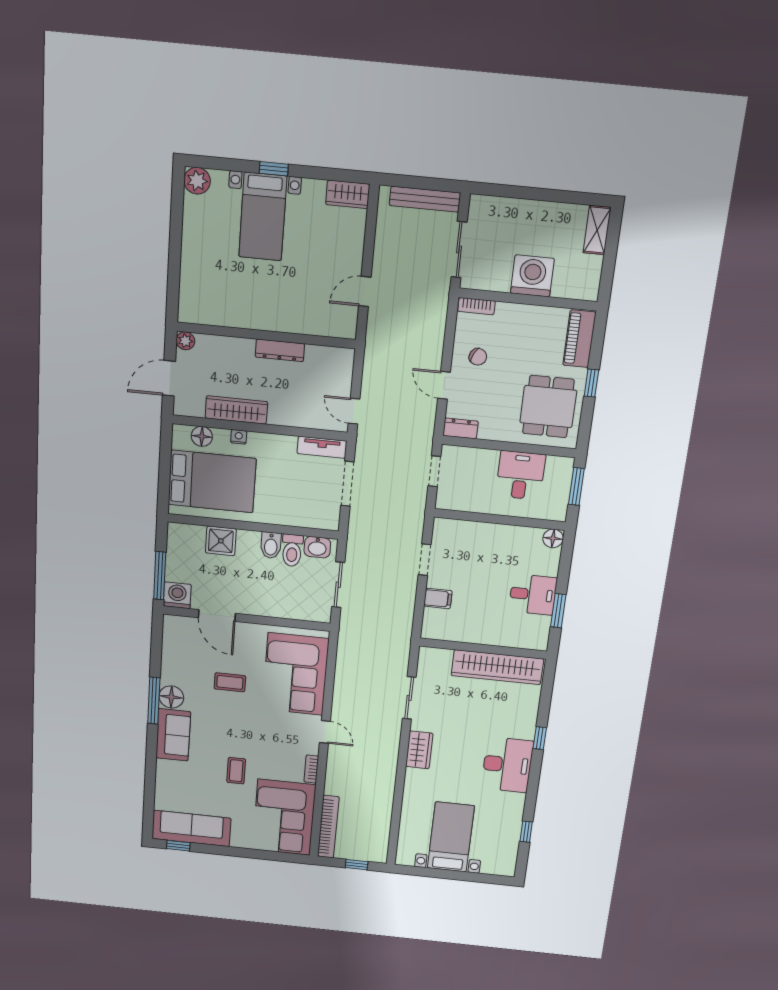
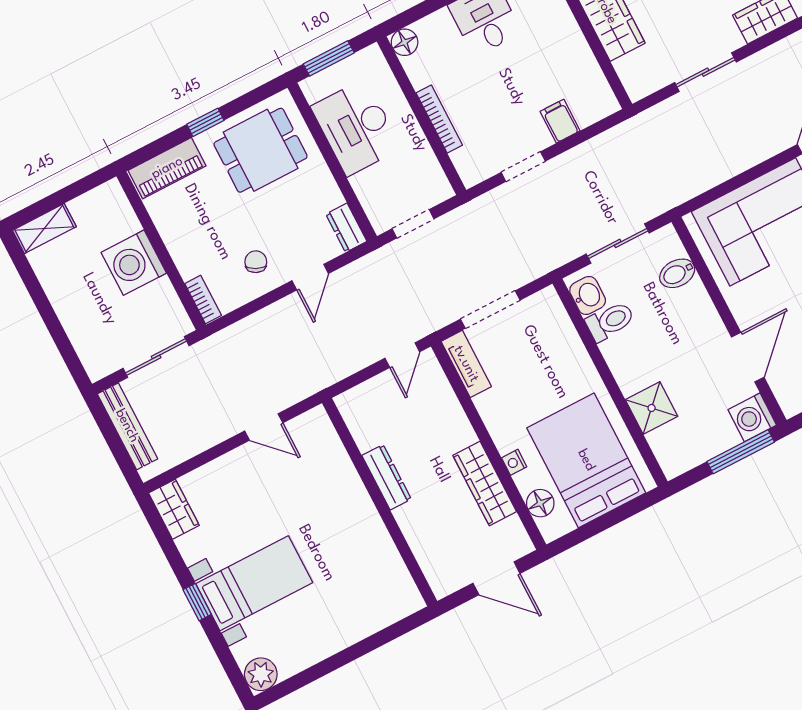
plant: (185, 341) -> (442, 585), removed
desk: (520, 475) -> (356, 127), width x1.37
bookcase: (490, 529) -> (439, 119), added
bidet: (271, 545) -> (677, 273), moved, turned 180

